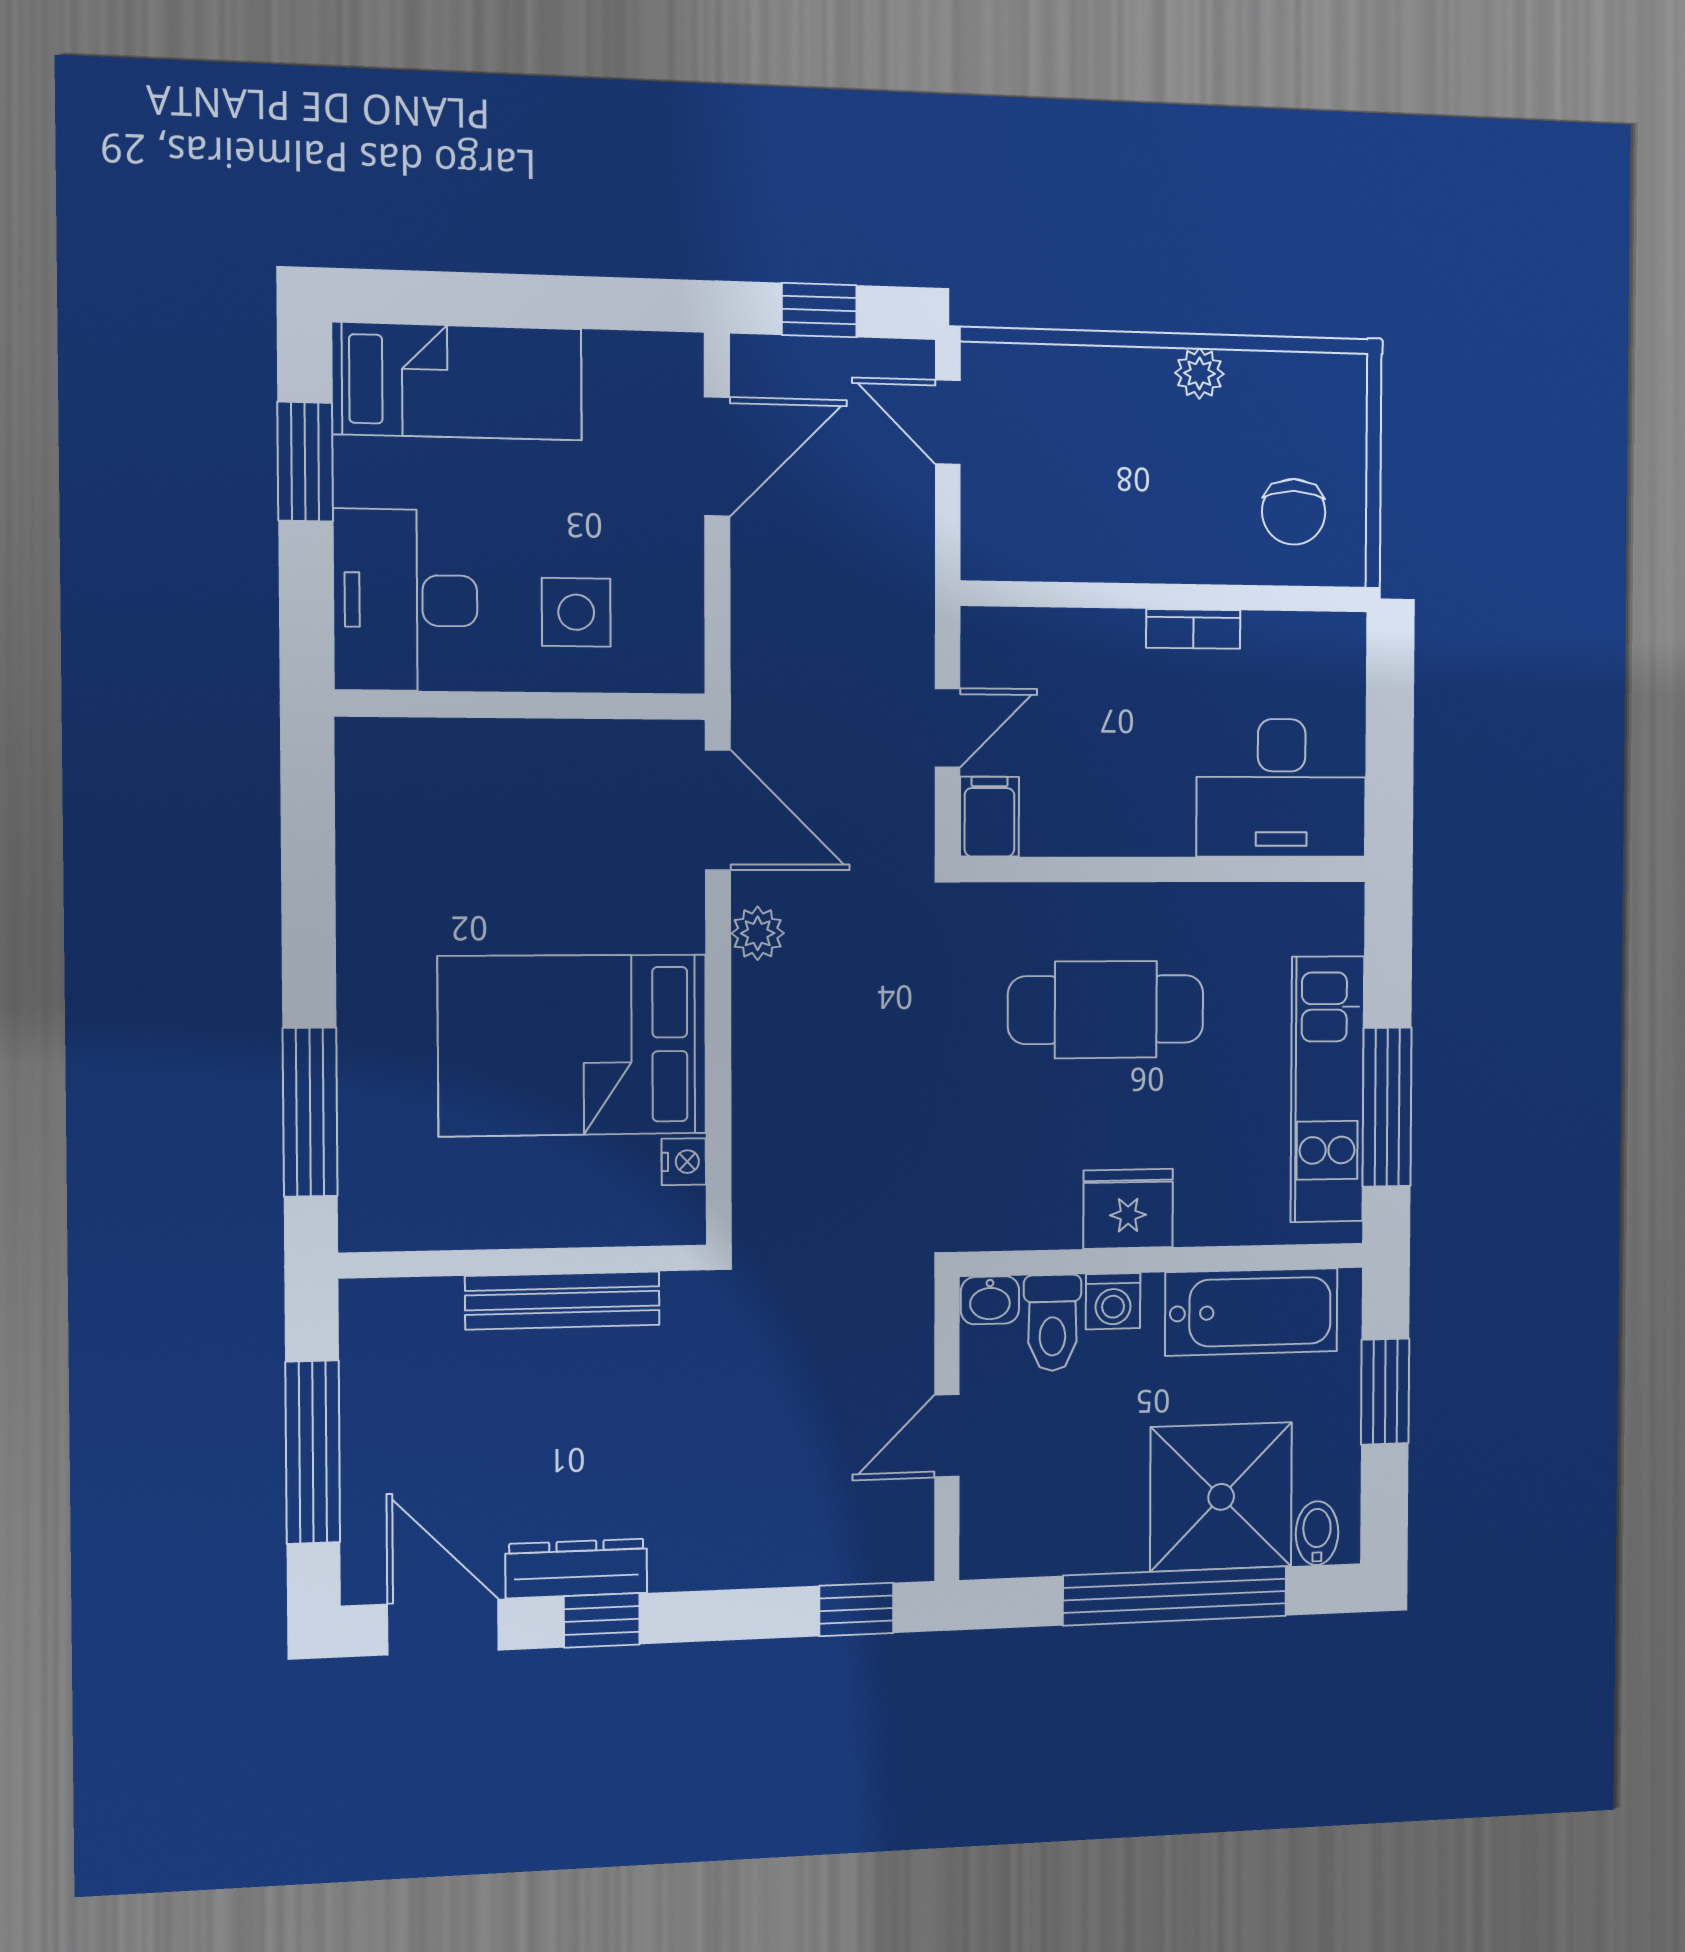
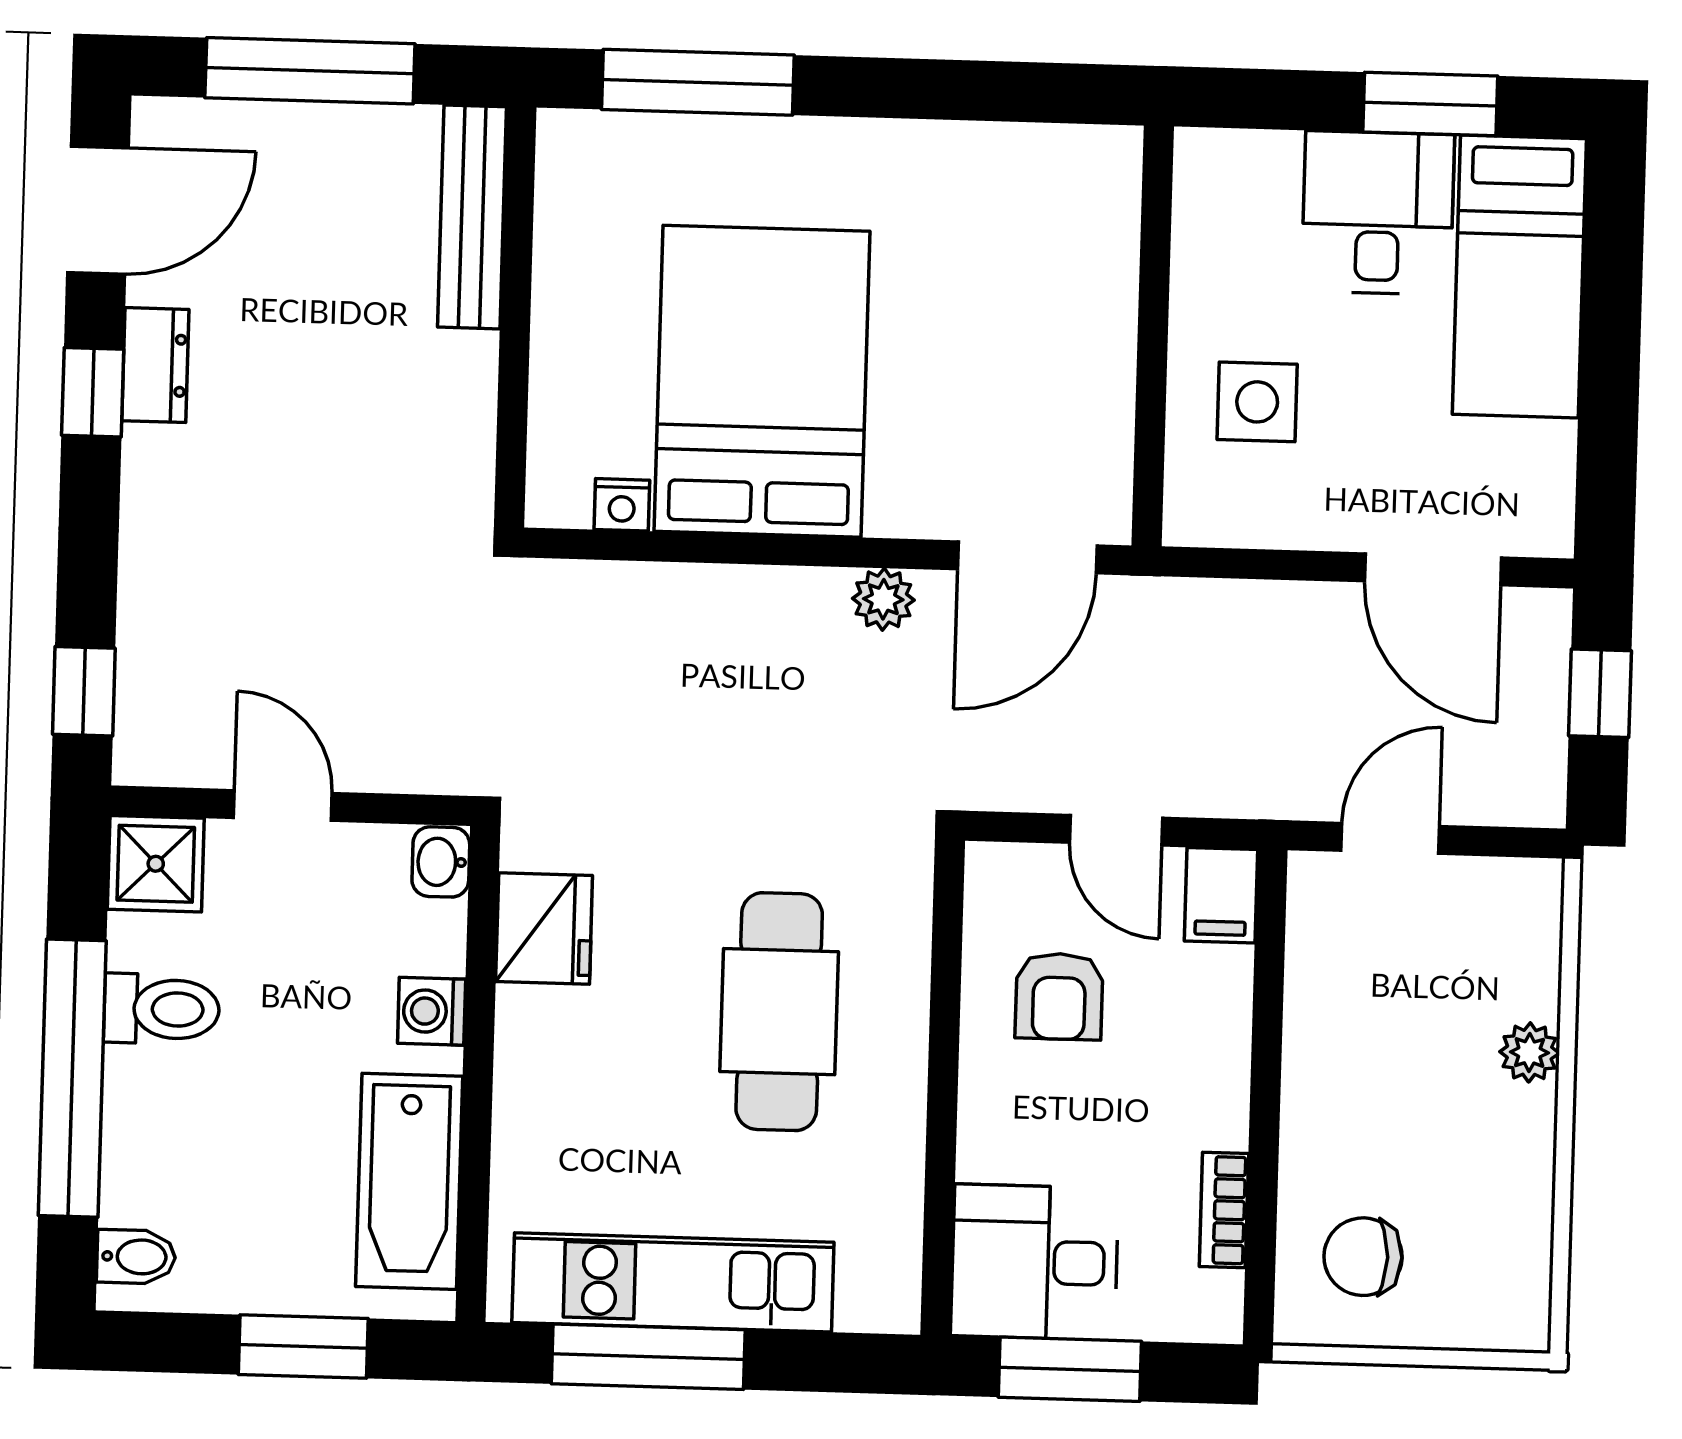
plant: (1199, 373) -> (1529, 1052), moved
door: (948, 422) -> (1390, 838), moved
desk: (405, 600) -> (1378, 213), moved, width x0.73
bookcase: (1193, 629) -> (1224, 1210), moved
window: (1389, 757) -> (1070, 1369), added
armchair: (1087, 773) -> (1059, 996), added
desk: (1281, 788) -> (1035, 1262), width x0.73
filing cabinet: (989, 817) -> (1221, 895), moved, turned 90
fridge: (1128, 1209) -> (544, 928), moved
bench: (563, 1301) -> (472, 217), moved
toilet: (1052, 1323) -> (162, 1009), moved, turned 180
shower: (1221, 1497) -> (156, 864), moved, width x0.54, depth x0.54
dresser: (576, 1568) -> (155, 365), width x0.70

